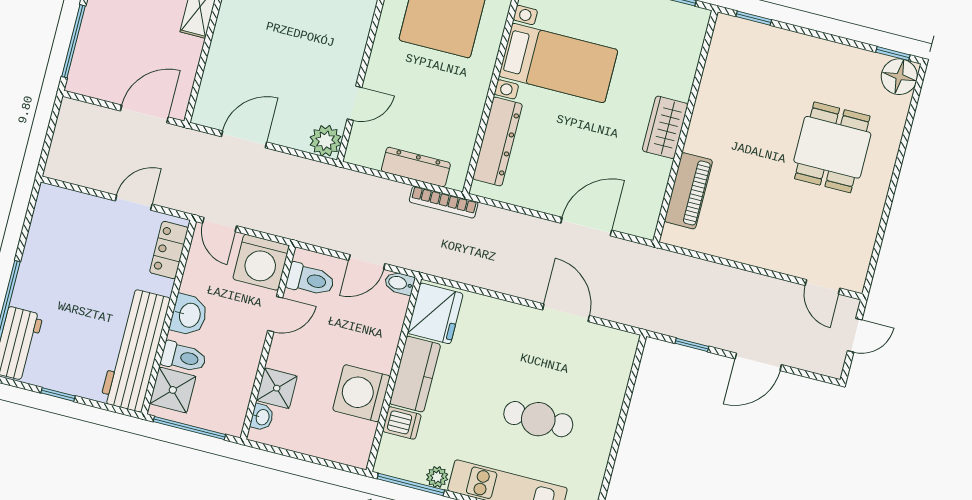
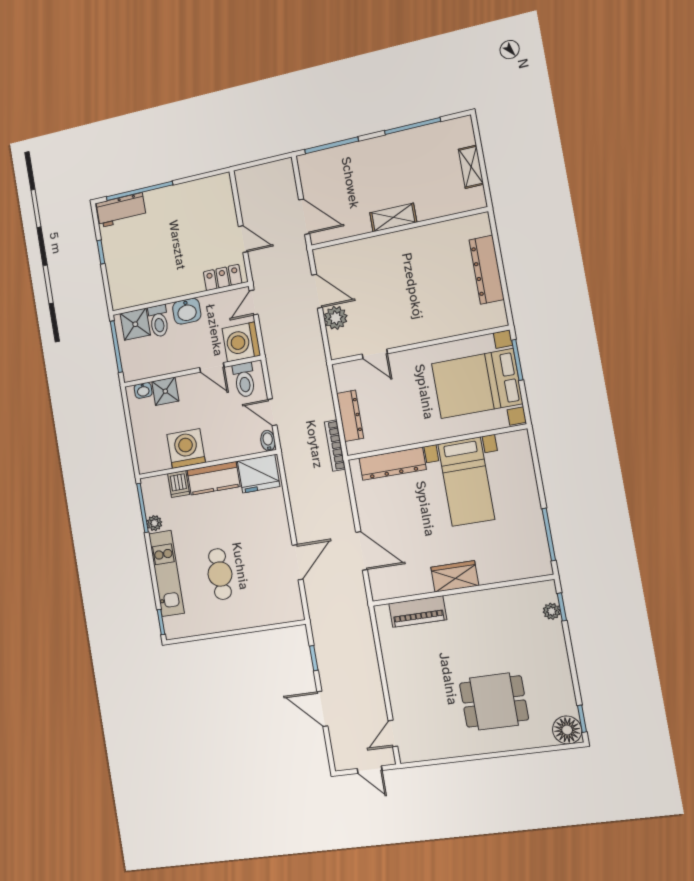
plant: (754, 32) -> (552, 611), added
plant: (326, 141) -> (336, 318), moved
workbench: (135, 350) -> (150, 287), removed

